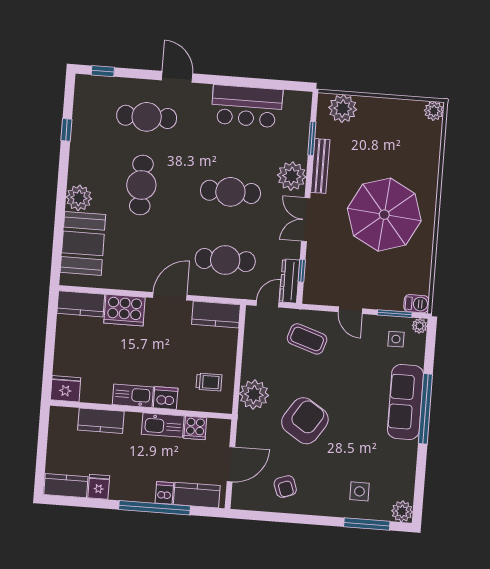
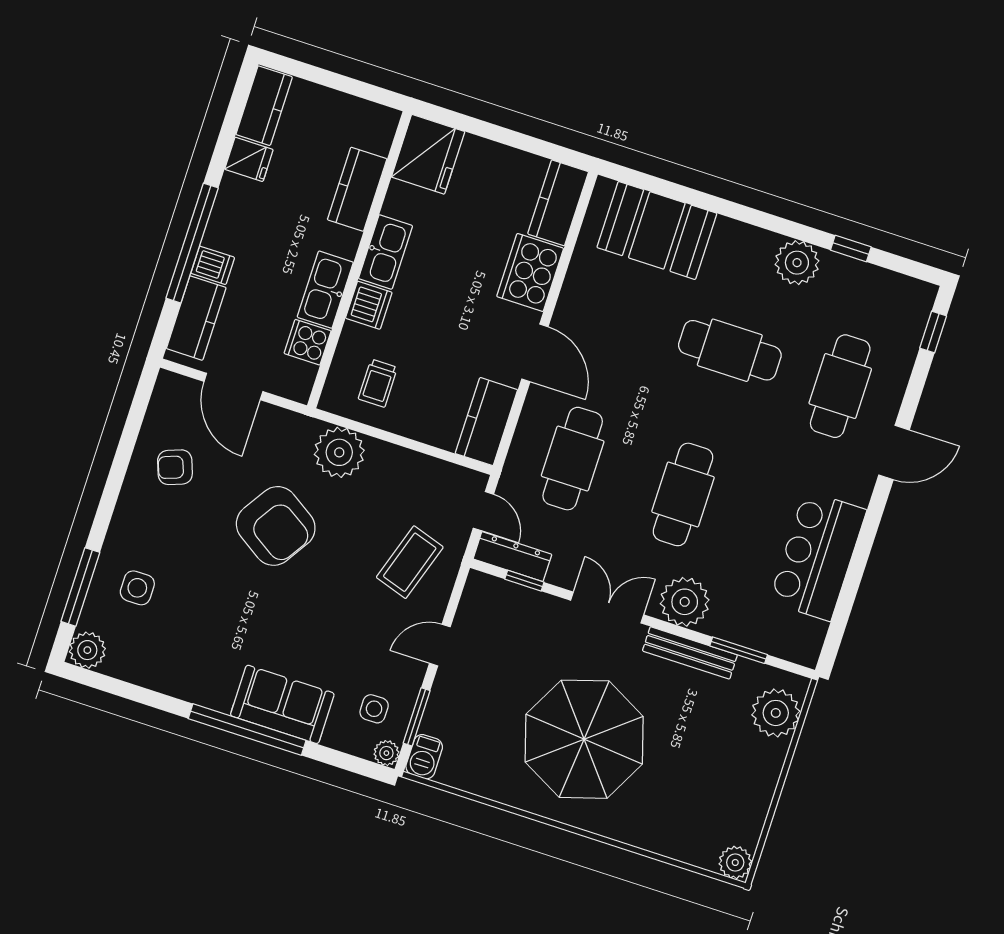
plant: (79, 198) -> (797, 263), moved
fridge: (65, 389) -> (428, 154), width x1.36, depth x1.34
sofa: (405, 402) -> (282, 704), width x0.73

